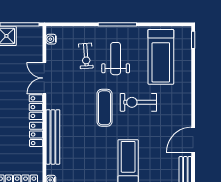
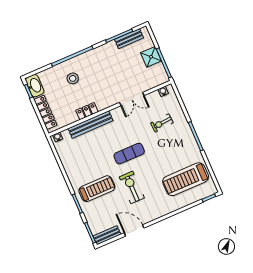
weight bench: (116, 59) -> (170, 146), removed
double door: (44, 78) -> (132, 99), swing flipped
exercise bike: (138, 102) -> (132, 187), moved
locker: (36, 107) -> (107, 102), removed

